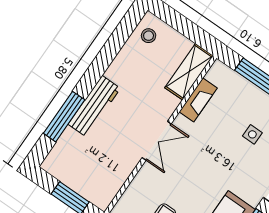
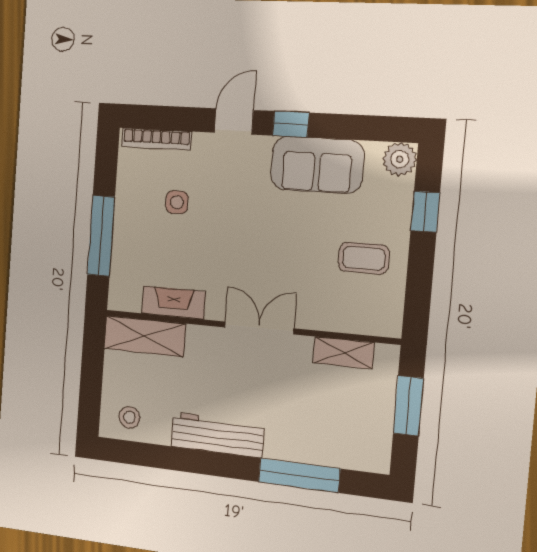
workbench: (94, 106) -> (217, 435), moved
shelving: (117, 180) -> (344, 353), added

